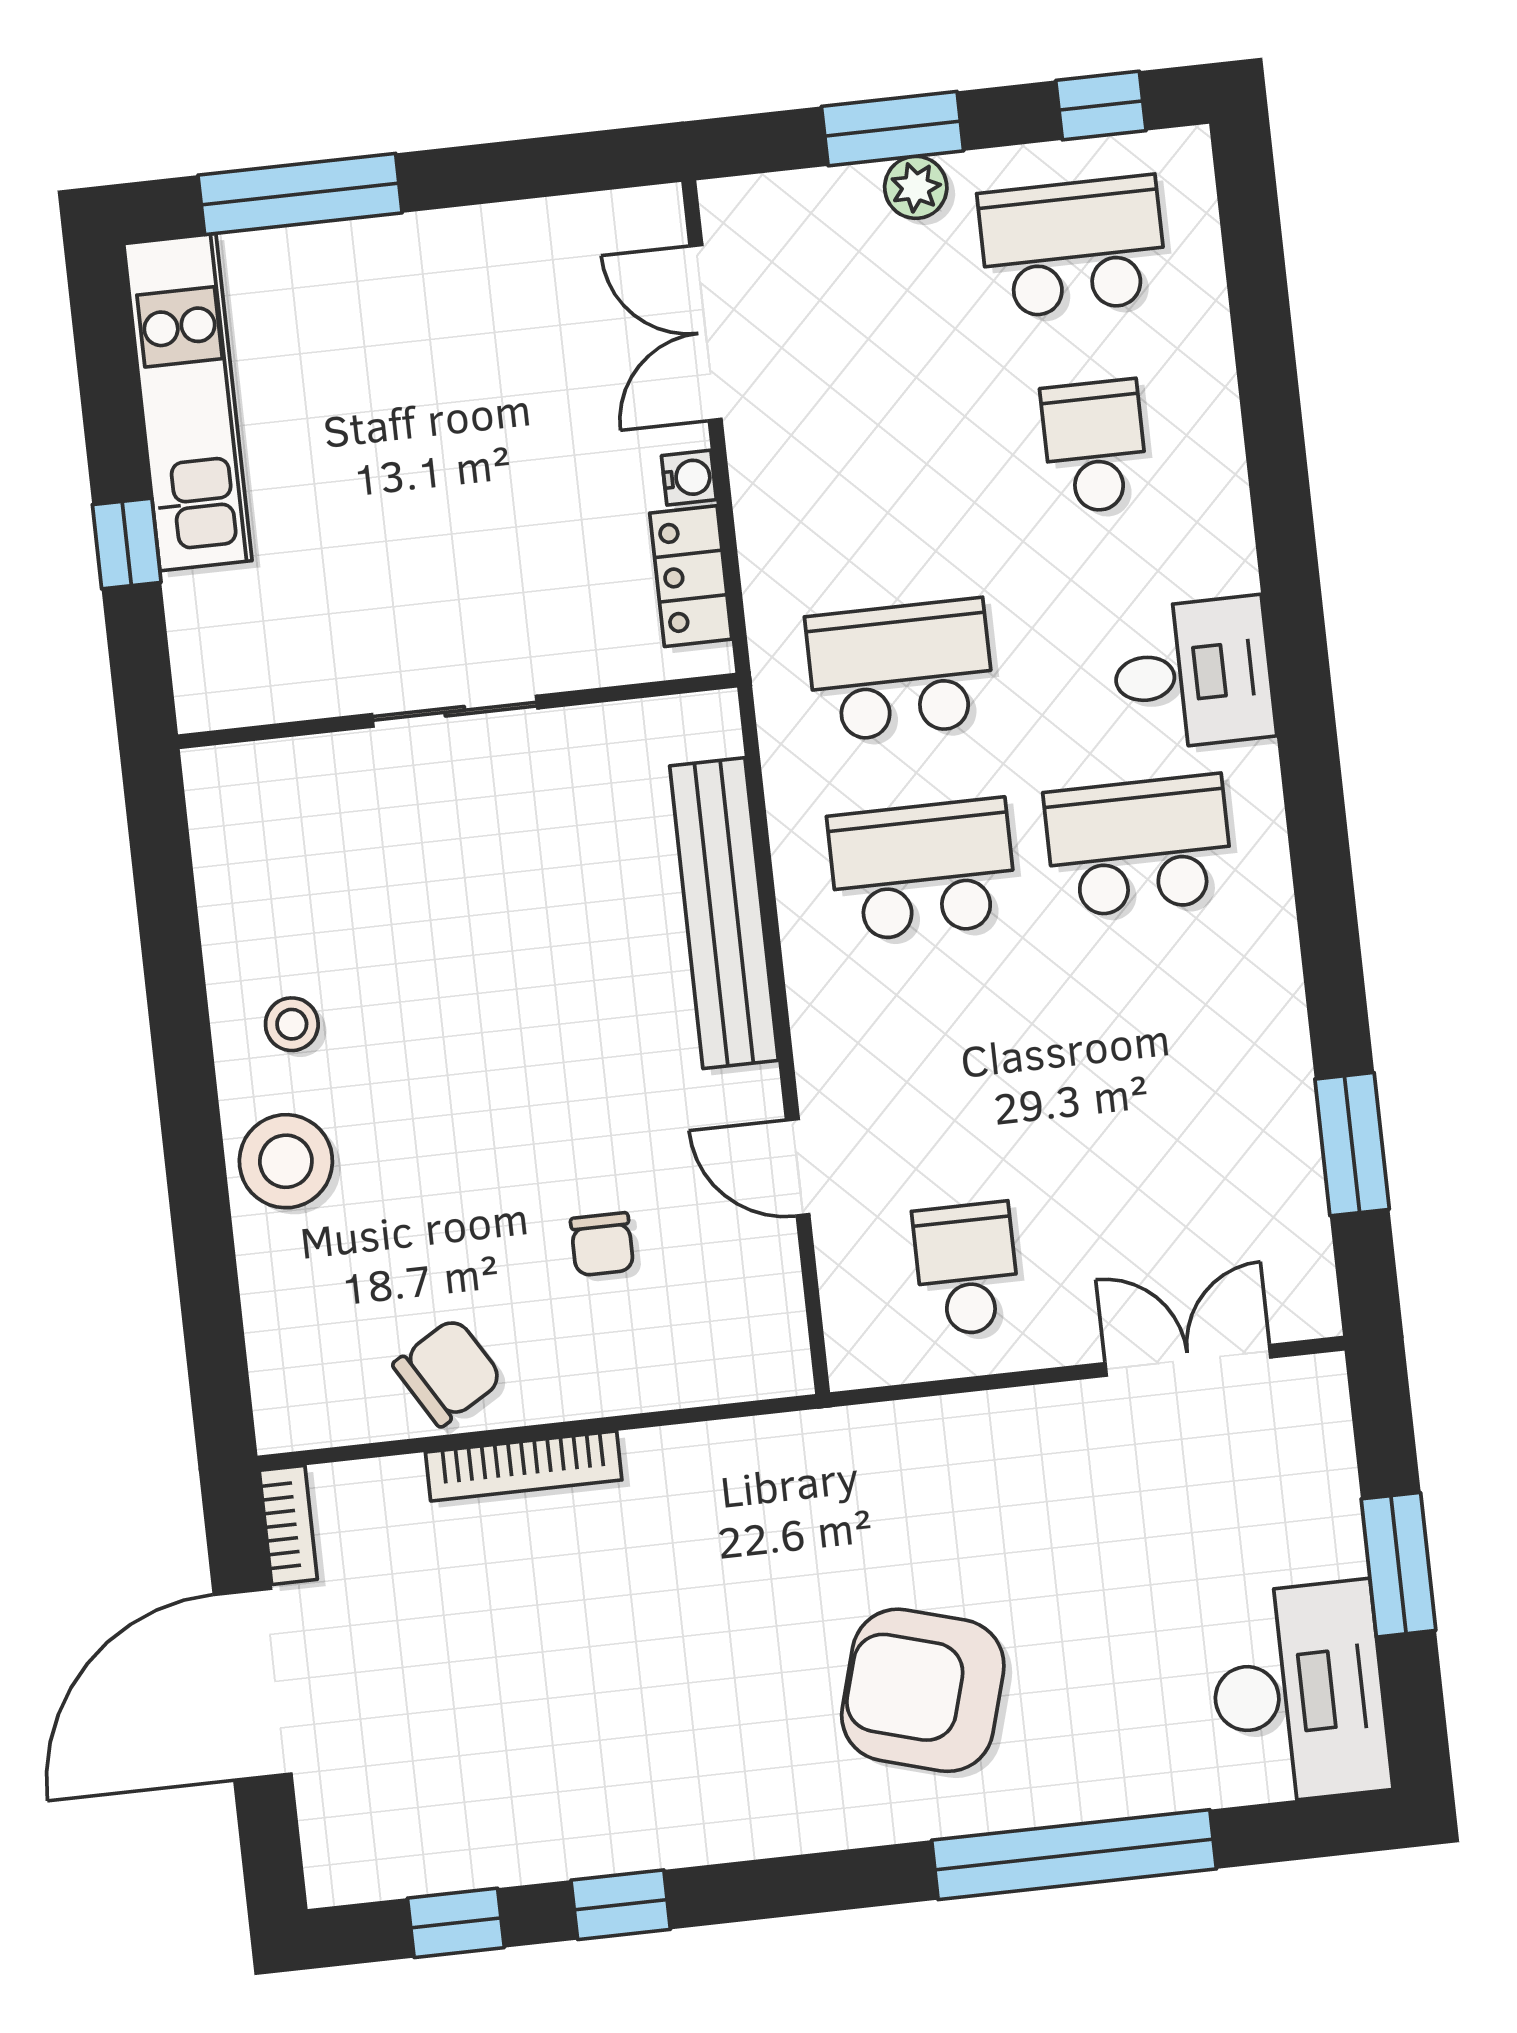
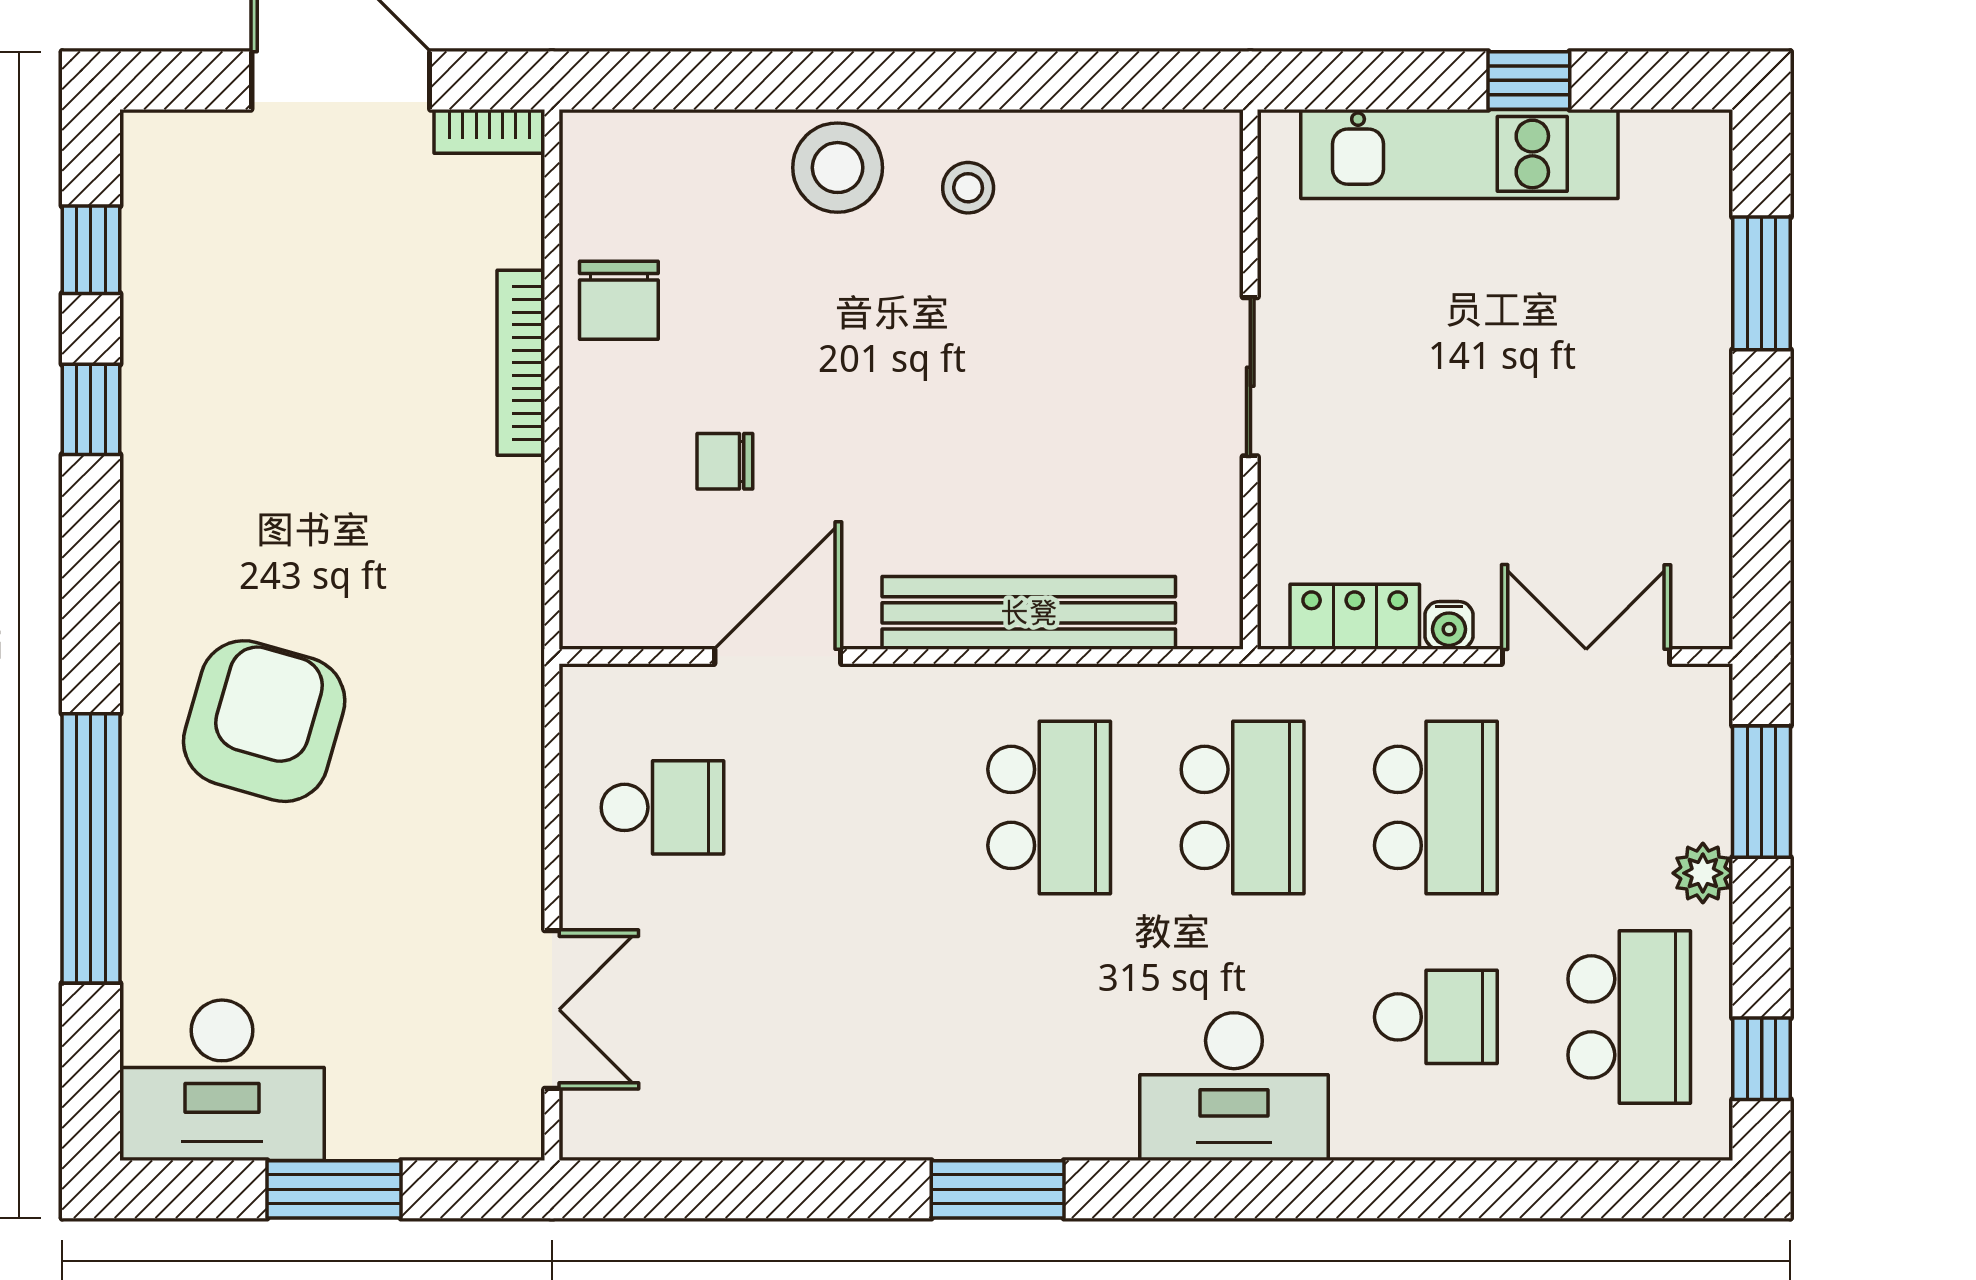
window: (893, 129) -> (1762, 792), moved
window: (300, 194) -> (1762, 283), width x0.69
kitchen unit: (188, 402) -> (1459, 154), moved
window: (127, 544) -> (1529, 80), moved
desk: (1193, 674) -> (1234, 1087), width x1.37
school desk: (1139, 846) -> (1436, 807), moved
window: (1352, 1144) -> (998, 1189), moved
door: (798, 1167) -> (778, 657), width x1.38
chair: (448, 1372) -> (619, 300), turned 31

